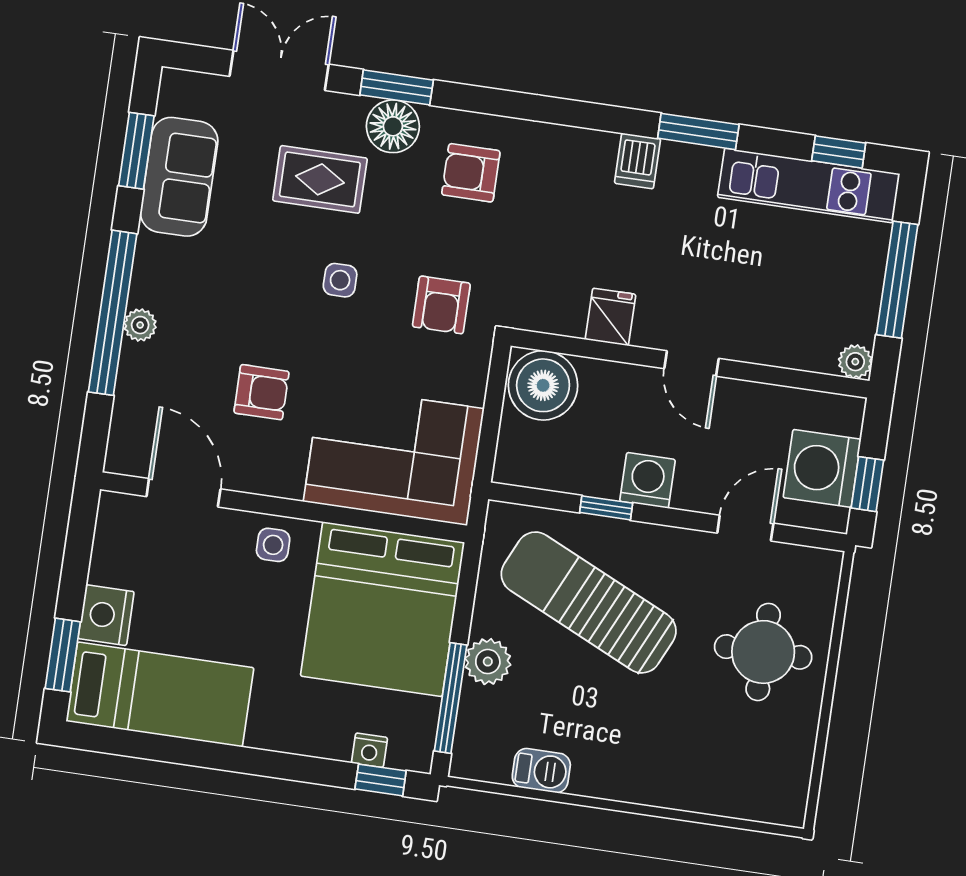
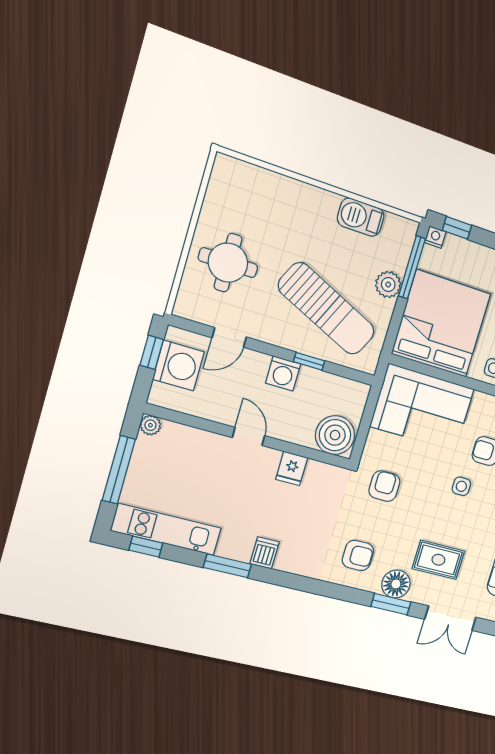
side table: (340, 280) -> (461, 486), moved
nightstand: (369, 750) -> (435, 237), moved
barbecue: (541, 771) -> (361, 217), width x1.38, depth x1.27

